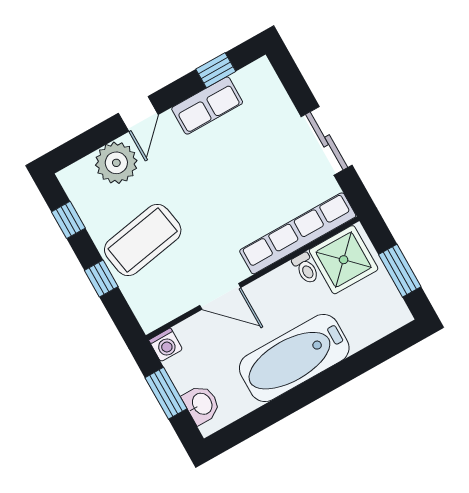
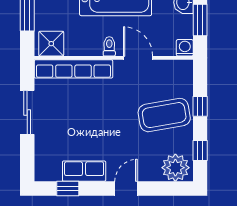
plant: (116, 163) -> (175, 168), moved
shower: (344, 260) -> (51, 44), width x0.73, depth x0.73
toilet: (306, 268) -> (109, 46), moved

